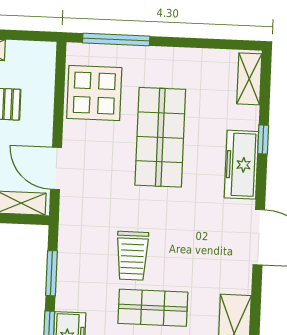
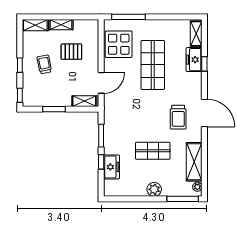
freezer: (241, 165) -> (194, 60), moved, width x0.71
door: (56, 168) -> (101, 83), swing flipped
trolley: (132, 256) -> (178, 117), moved

